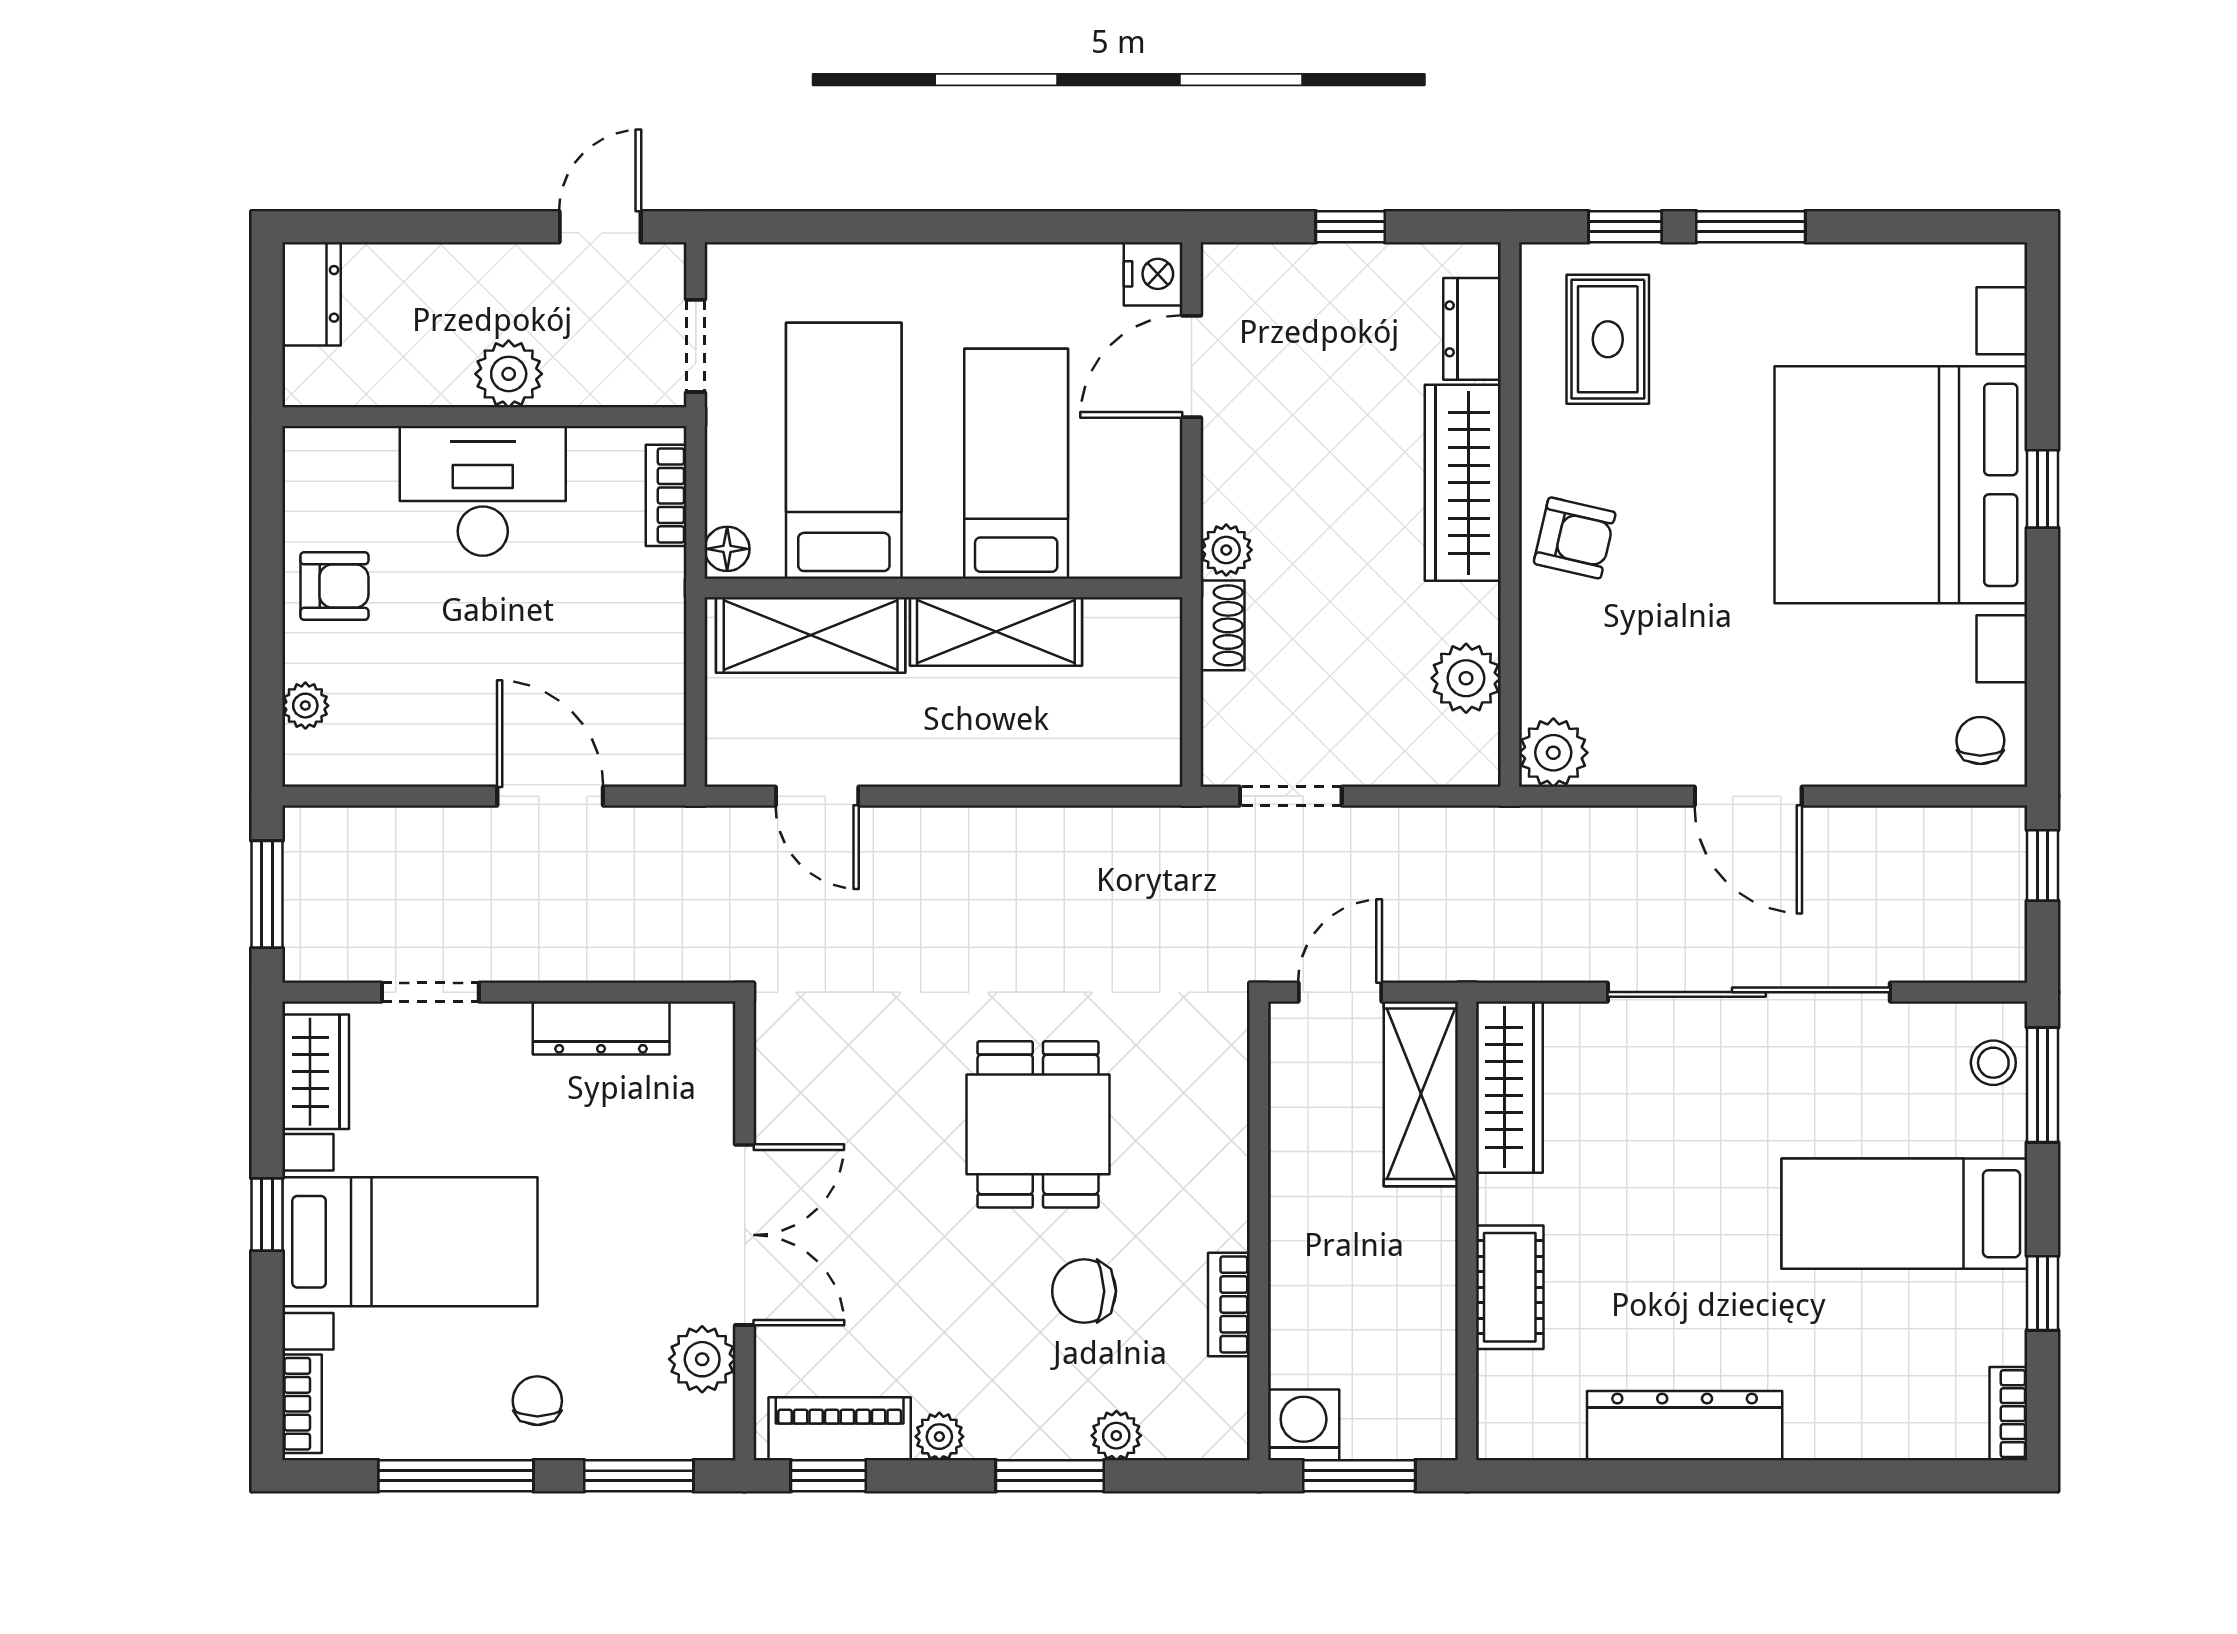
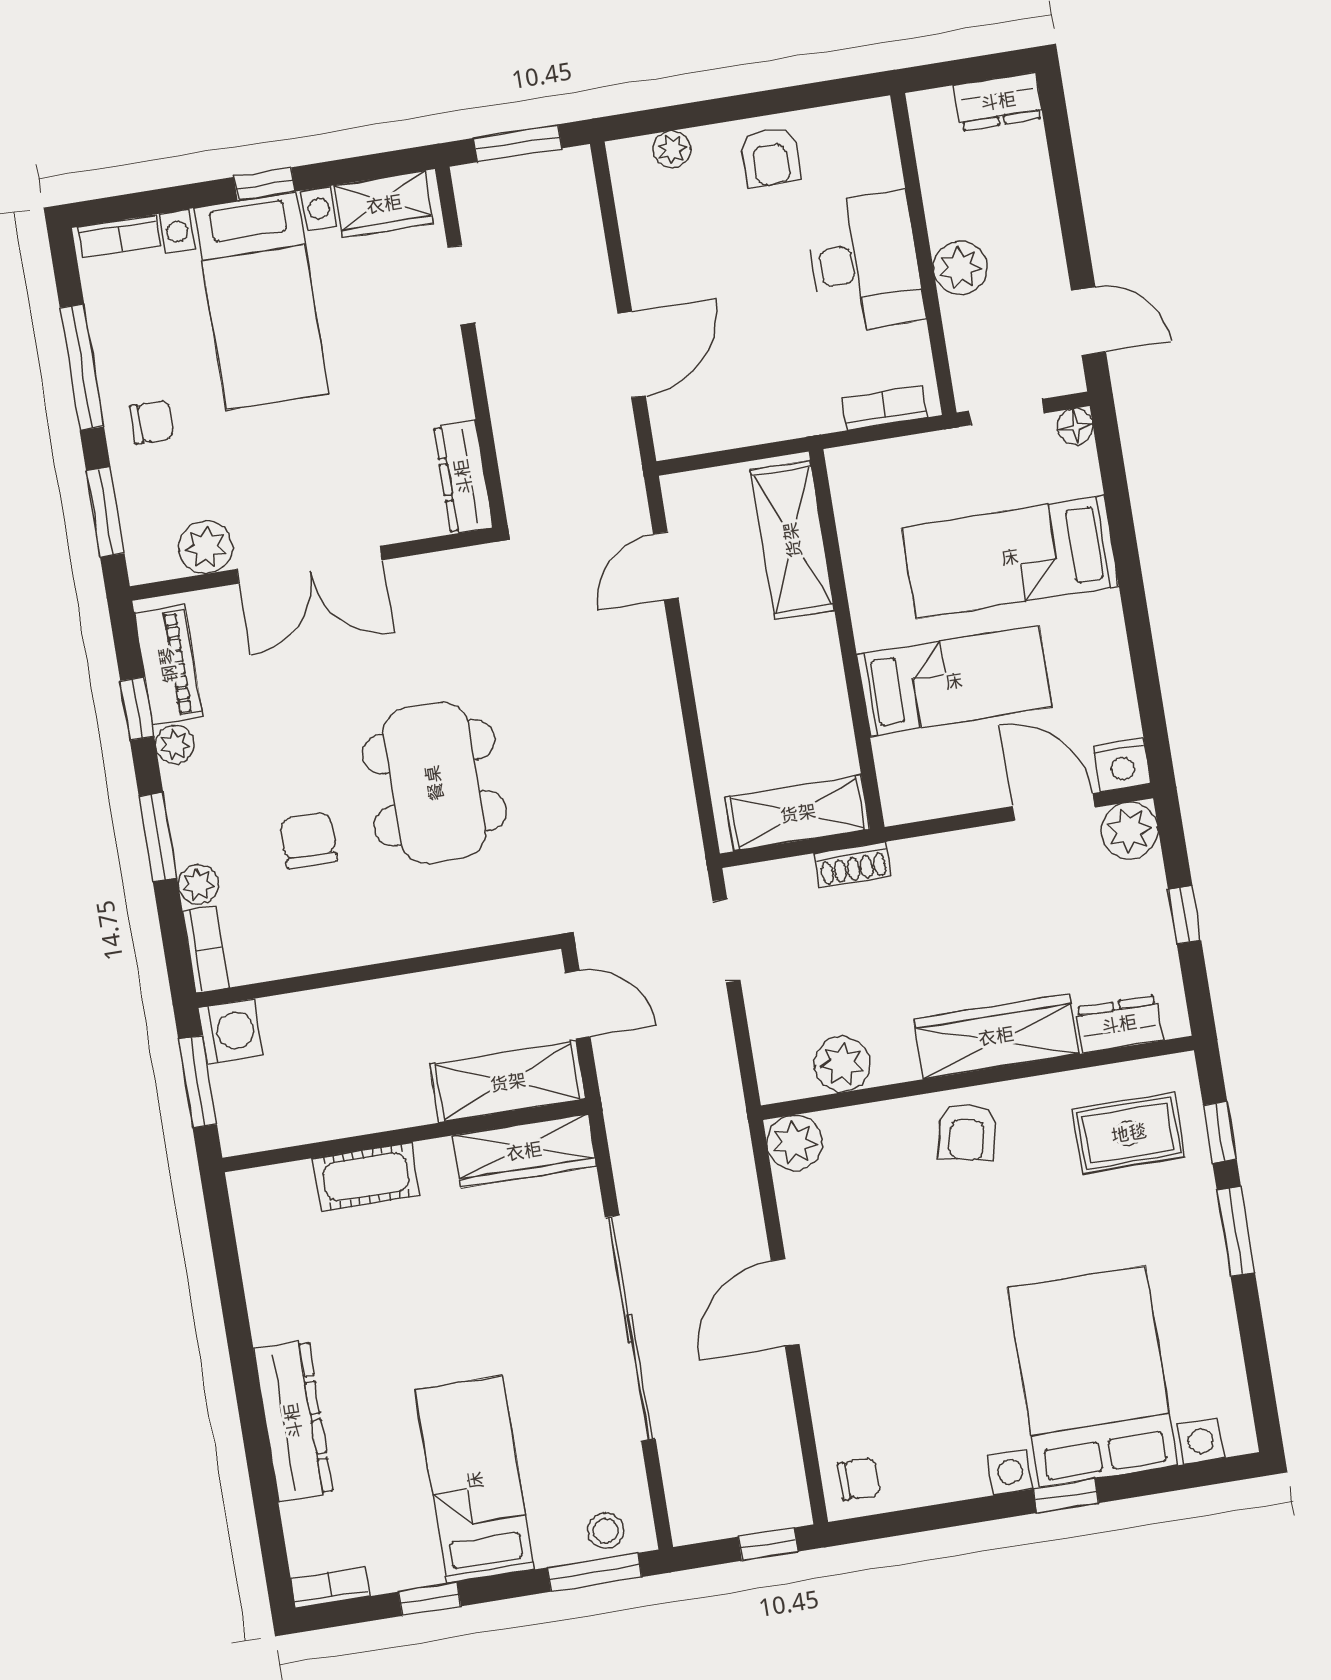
bed: (844, 451) -> (1010, 557), moved, turned 180
bed with nightstands: (1901, 485) -> (1092, 1377), width x0.73
floor lamp: (727, 549) -> (1075, 426), moved
plant: (1226, 550) -> (1130, 831), moved, width x1.38, depth x1.38
shelving: (996, 632) -> (798, 813), moved, turned 90
dresser: (601, 1028) -> (463, 477), moved
dining table: (1038, 1124) -> (434, 783), width x1.38
bookcase: (1229, 1304) -> (205, 949), moved, turned 90
dresser: (1685, 1426) -> (293, 1421), moved
window: (828, 1476) -> (137, 709), moved

